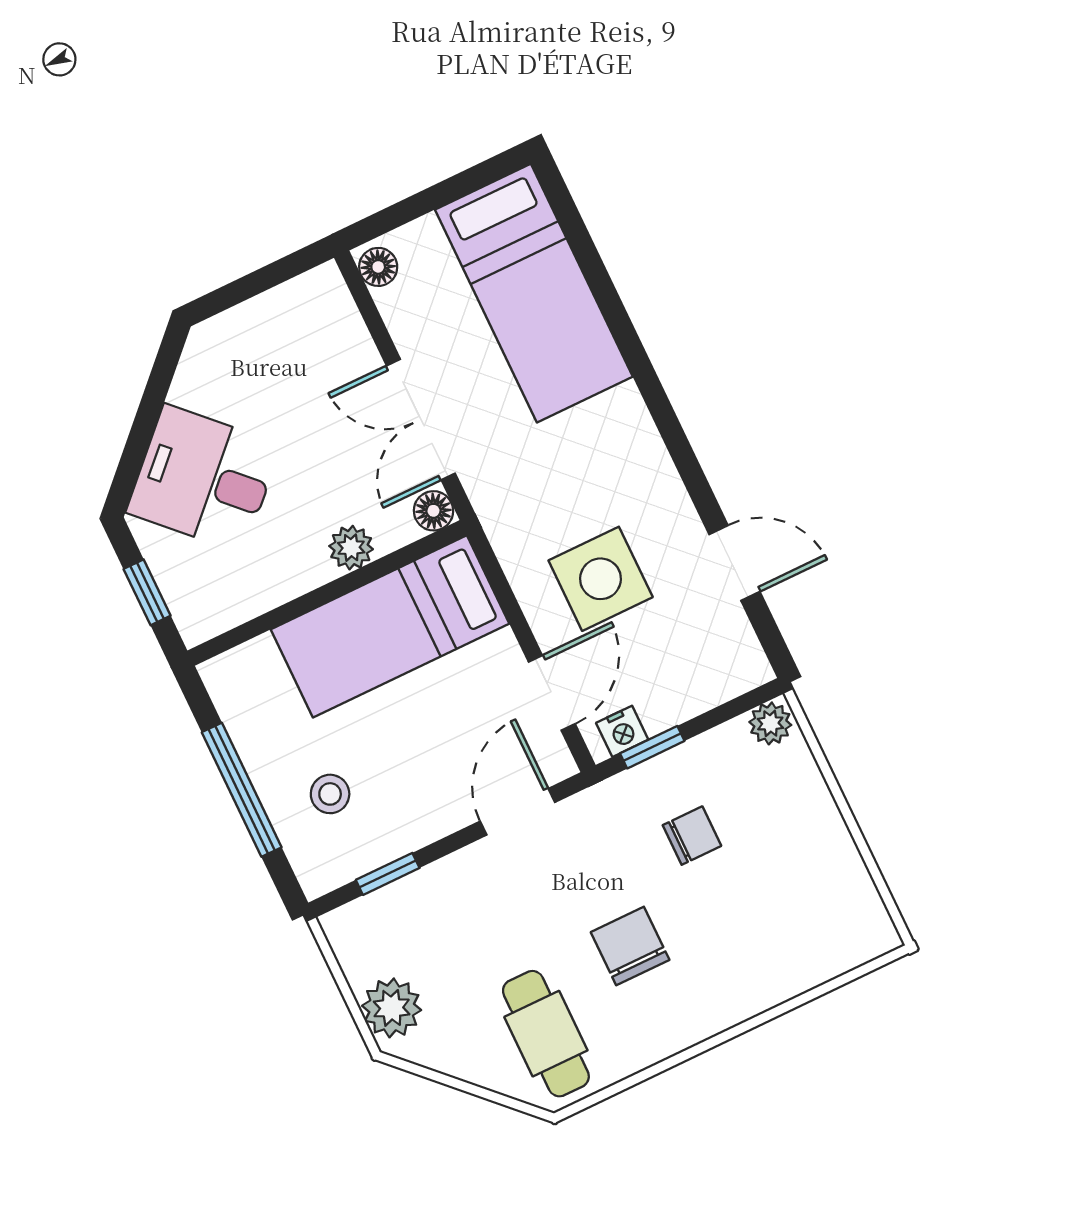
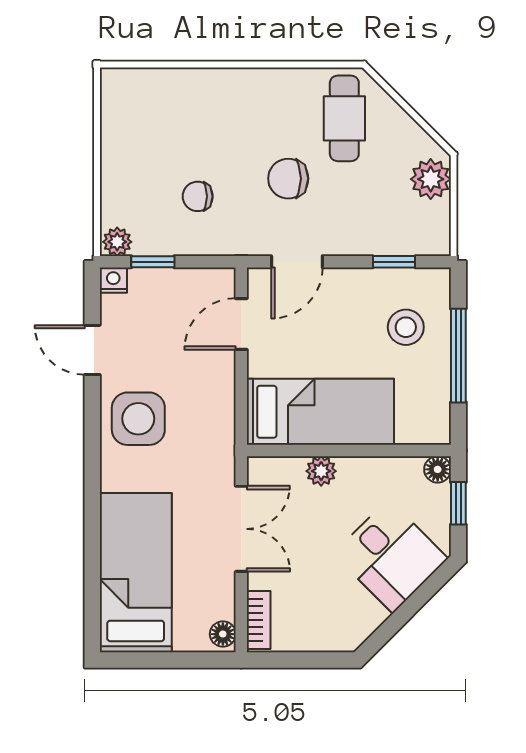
bookcase: (339, 309) -> (259, 620), added
floor lamp: (434, 511) -> (438, 469), moved
side table: (601, 579) -> (138, 419), moved
nightstand: (622, 731) -> (113, 280), moved
window: (652, 747) -> (153, 262), moved
stool: (330, 794) -> (406, 327), width x1.37, depth x1.37
chair: (630, 946) -> (288, 179), moved, turned 90

